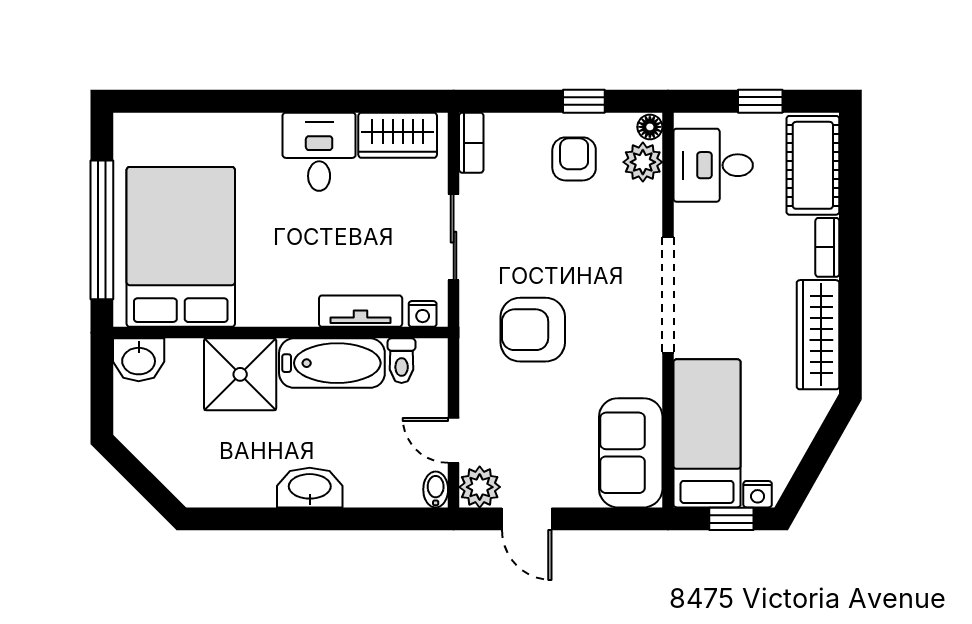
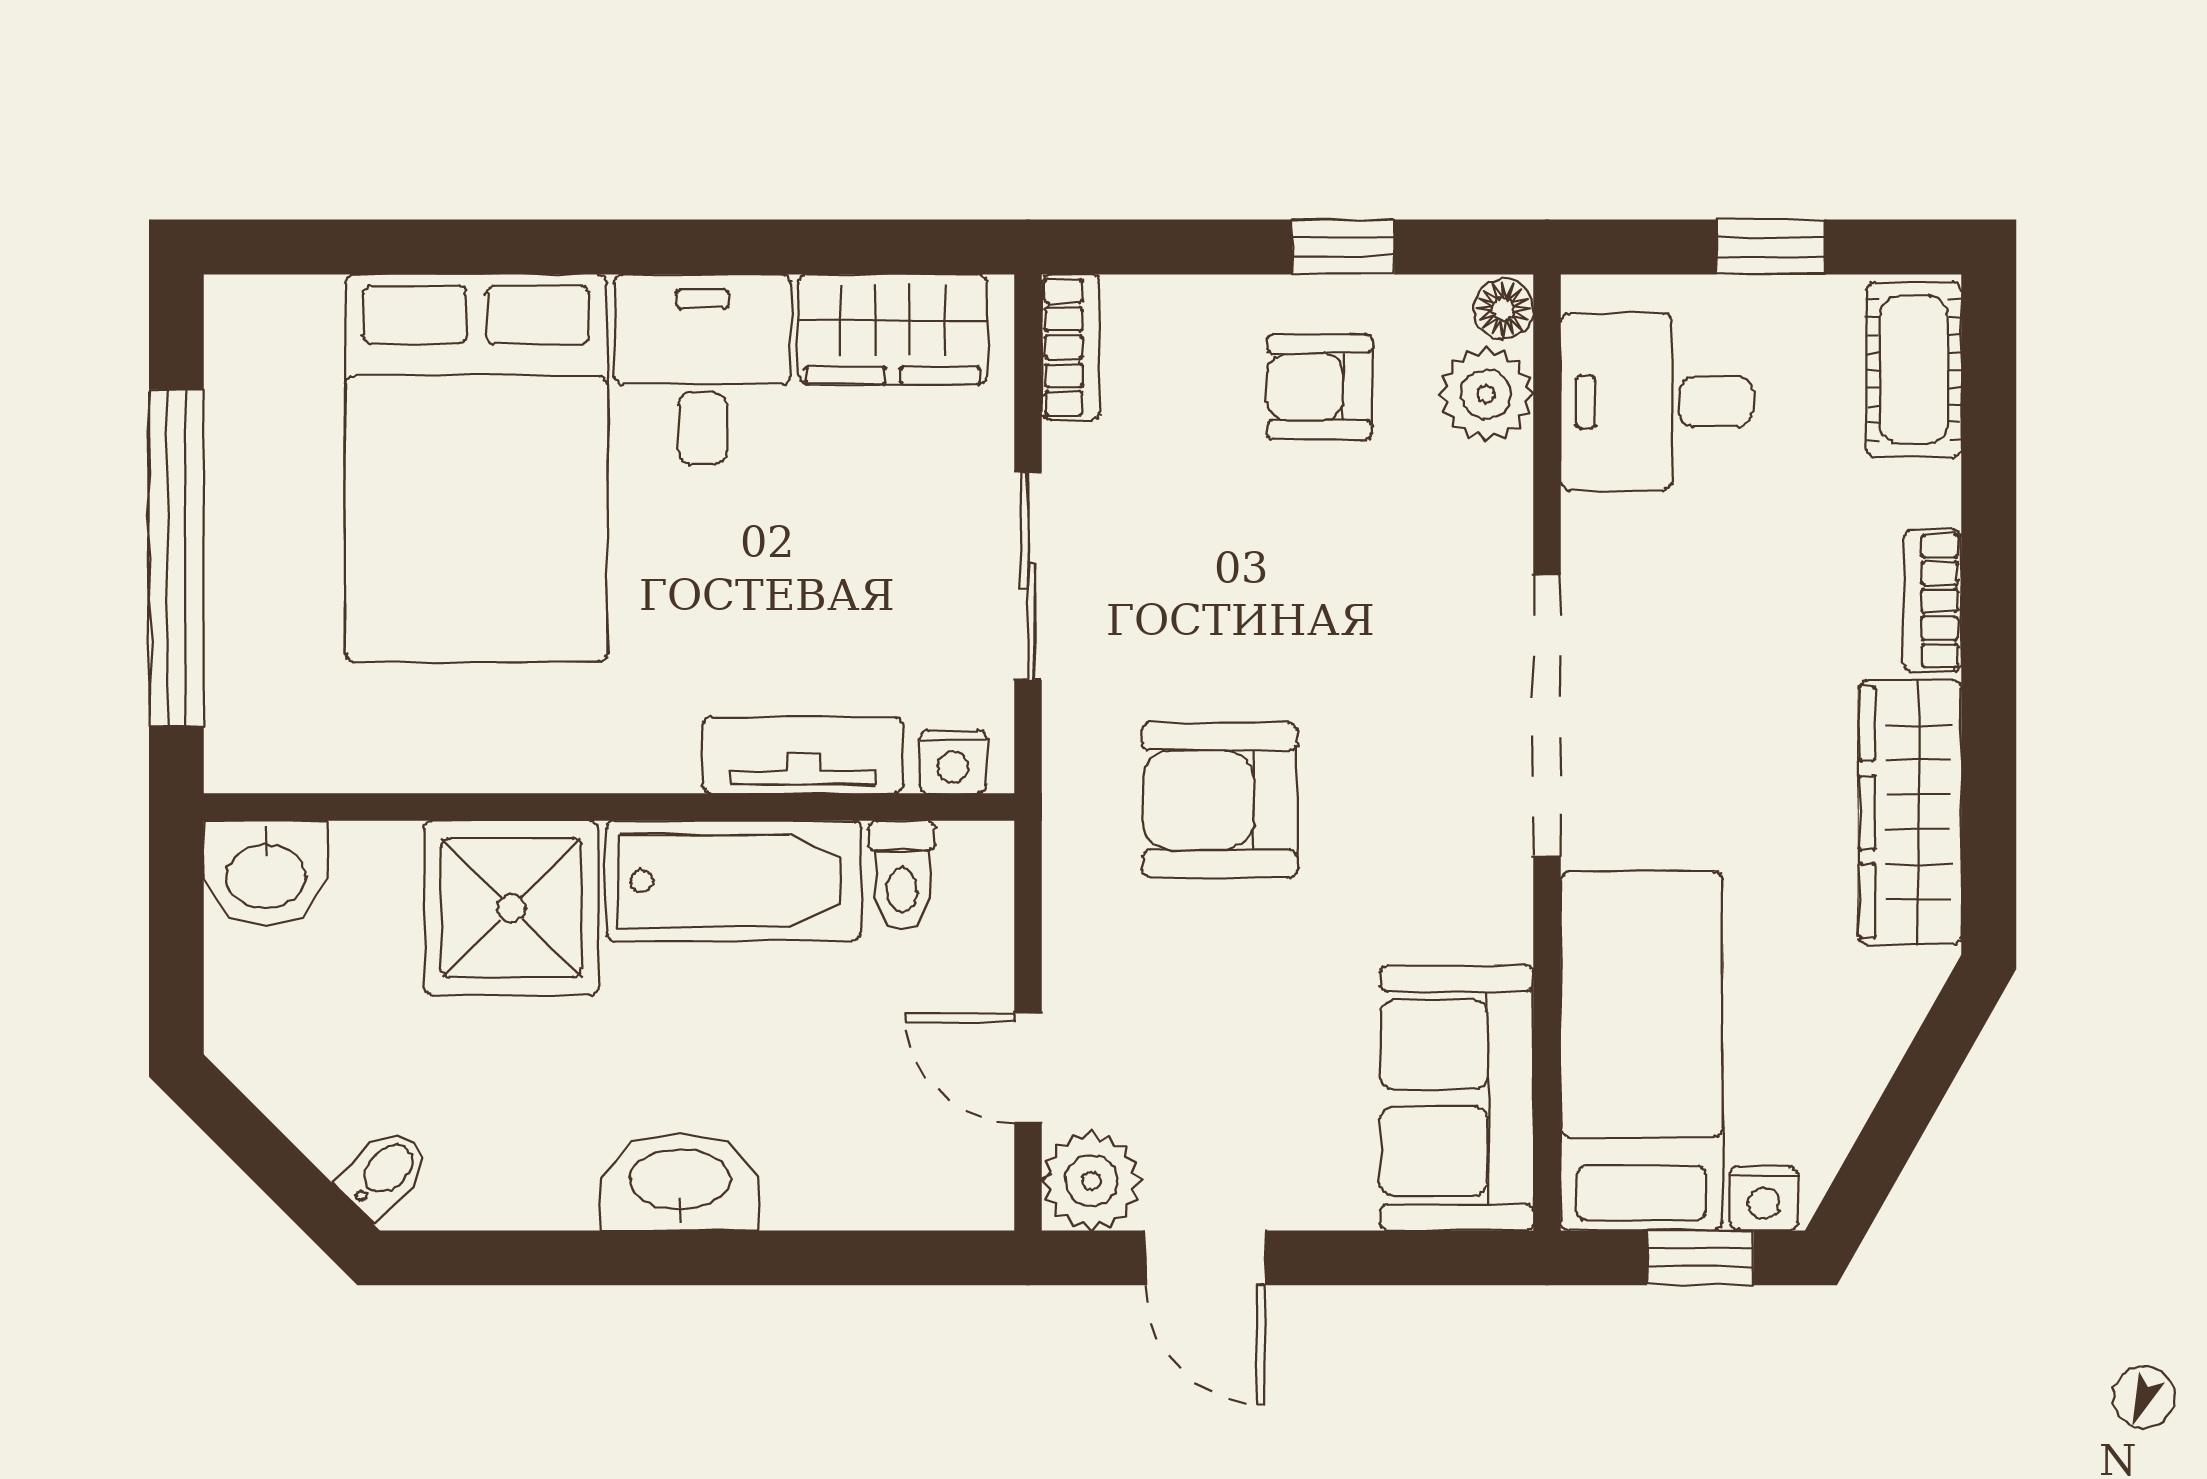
armchair: (574, 159) -> (1320, 387), turned -90
cot: (813, 165) -> (1914, 370), width x0.73, depth x0.75
bed: (181, 247) -> (476, 468), moved, turned 180
bidet: (436, 489) -> (384, 1173), moved, turned 45

